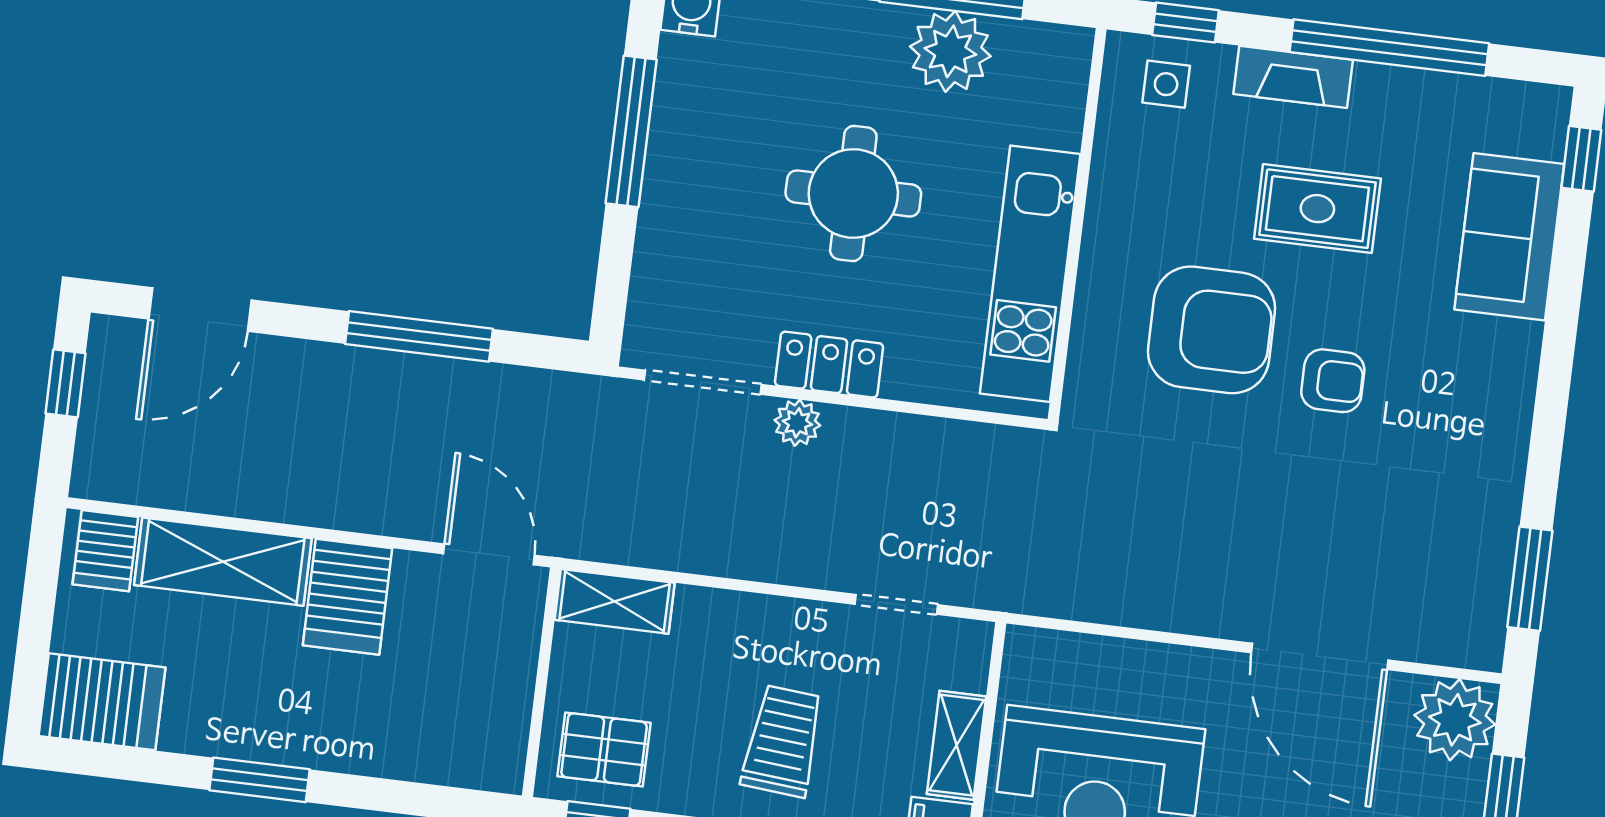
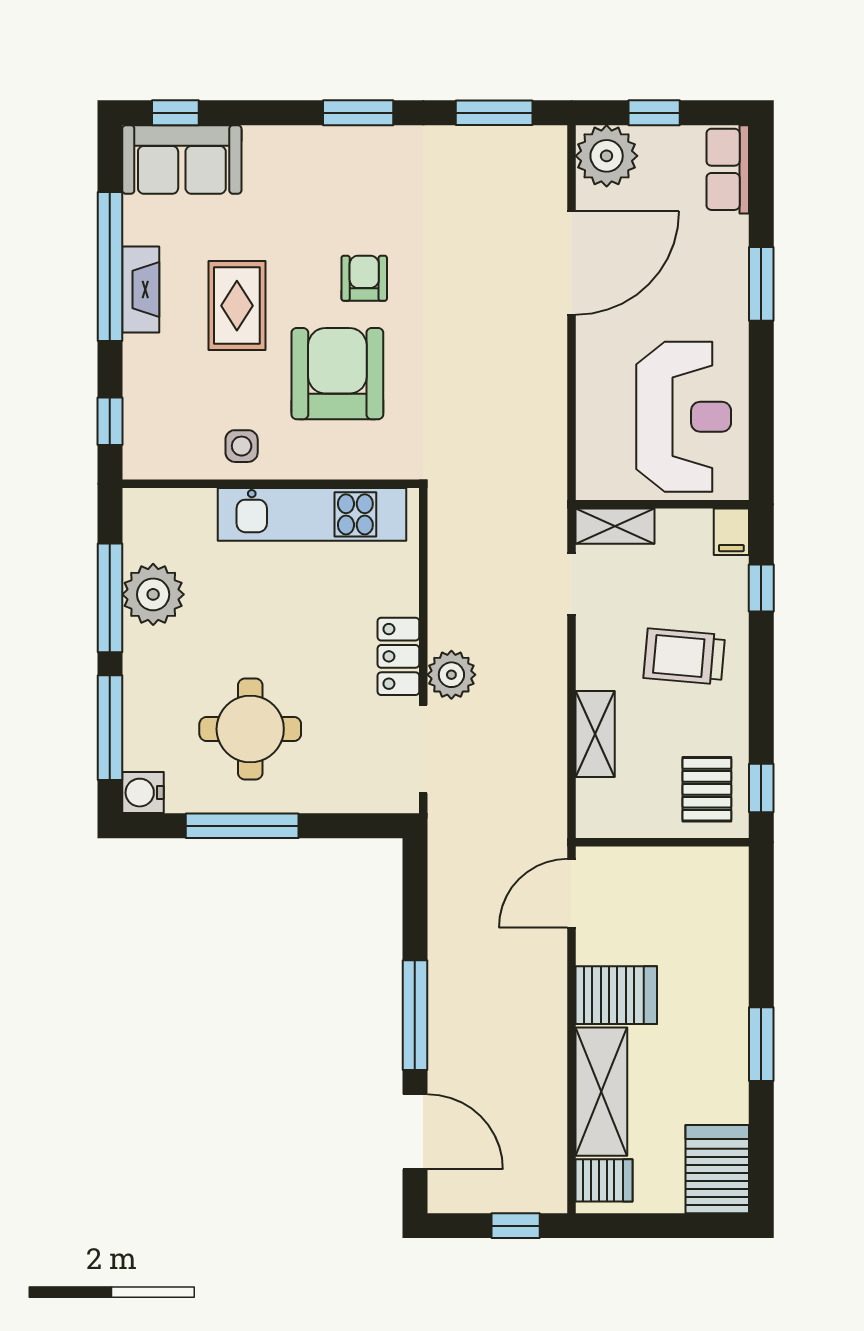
fireplace: (1293, 77) -> (141, 290), moved
side table: (1166, 84) -> (242, 446), moved
round table: (853, 193) -> (250, 729), moved
sofa: (1509, 237) -> (182, 160), moved
window: (419, 336) -> (415, 1015), moved
window: (65, 383) -> (516, 1226), moved
window: (1552, 400) -> (358, 113), added
plant: (797, 423) -> (451, 675), width x1.38, depth x1.38
shelving: (615, 601) -> (595, 734), moved
shelving: (957, 745) -> (615, 526), moved

